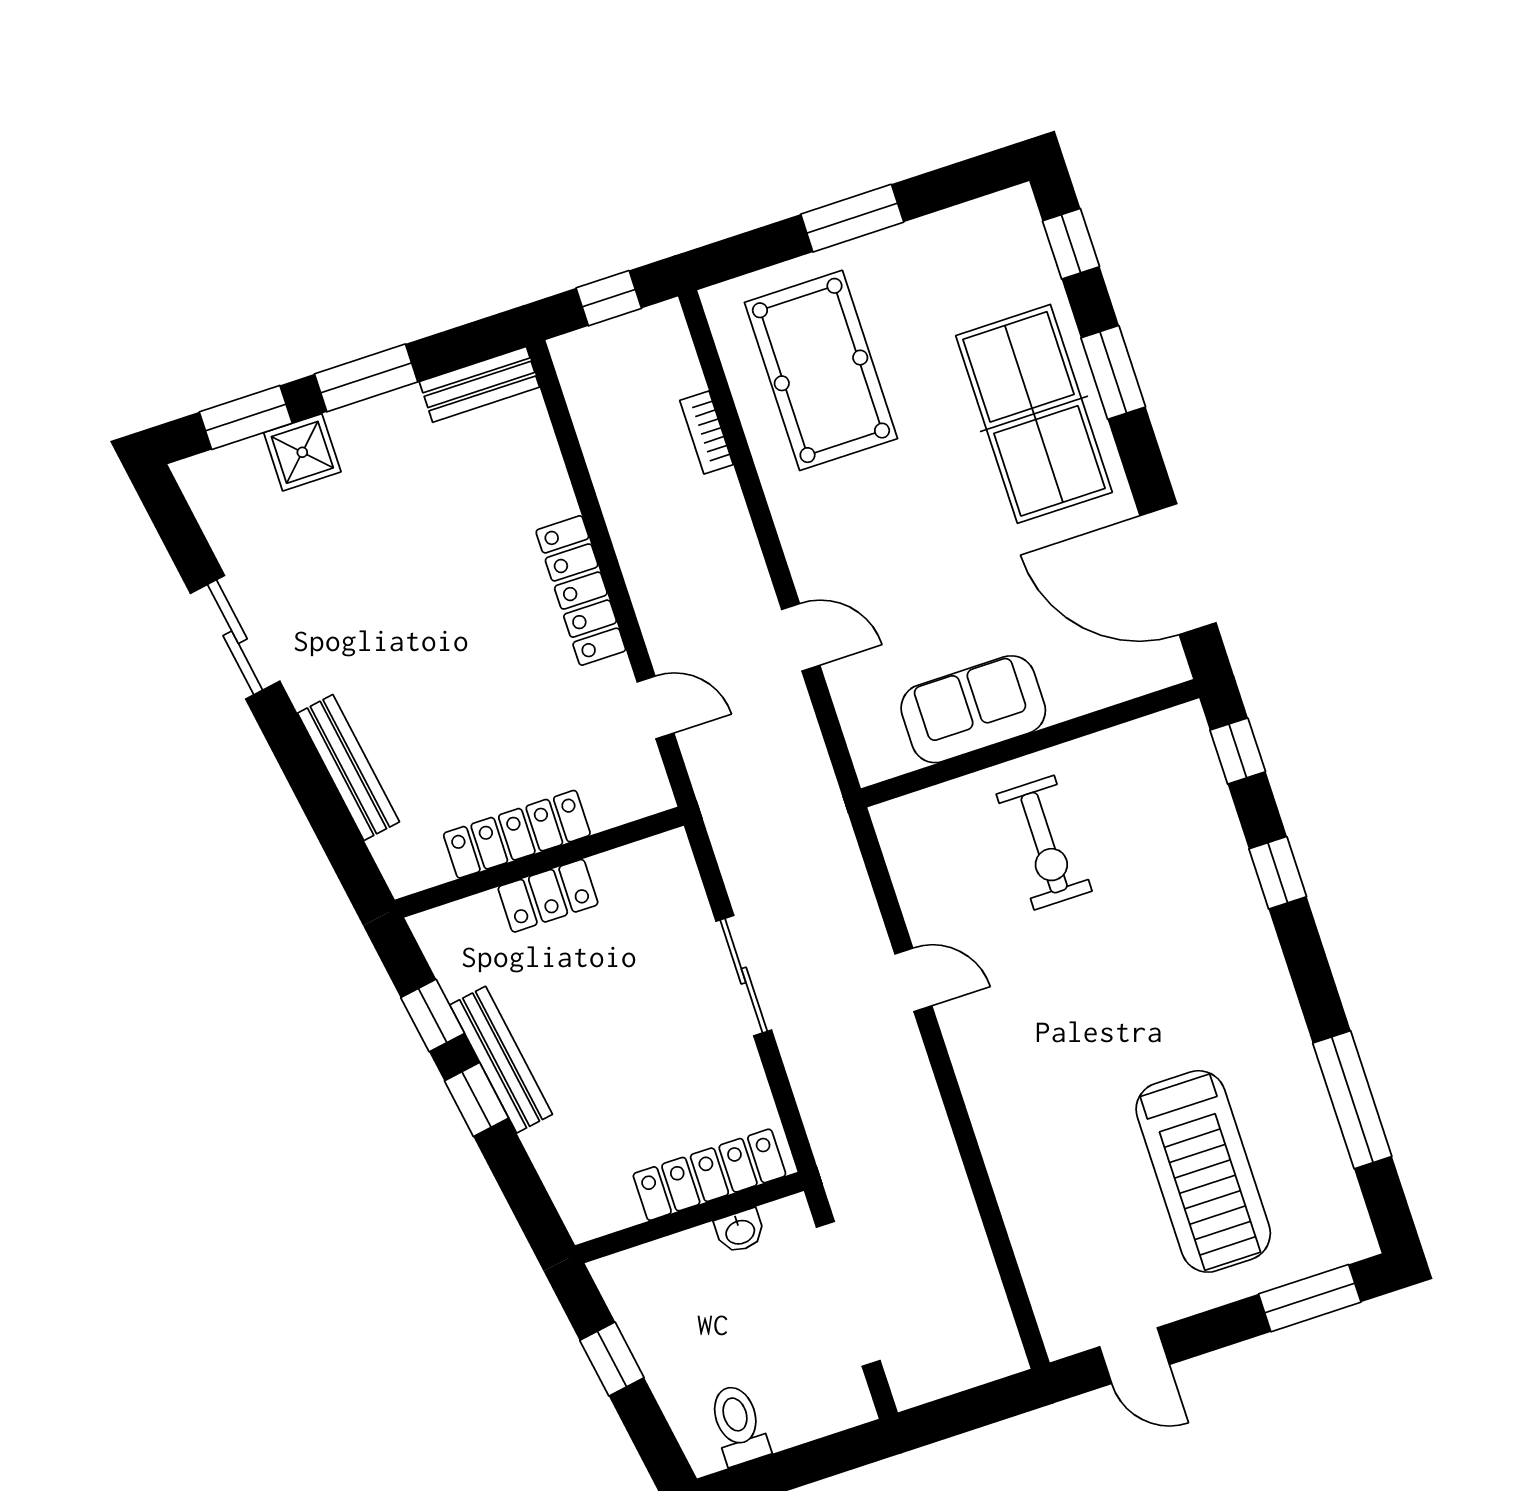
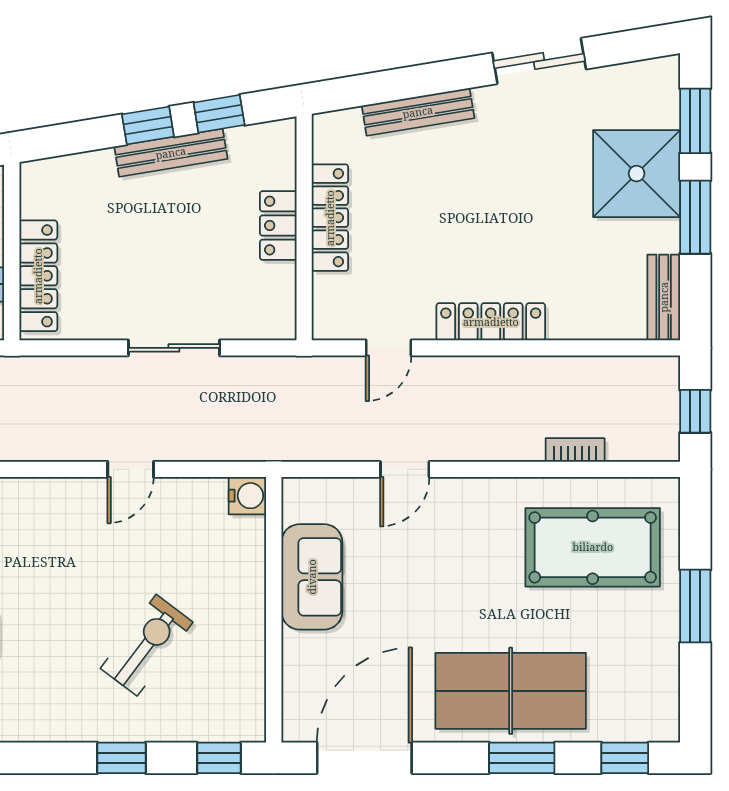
shower: (302, 452) -> (637, 174), width x1.86, depth x1.86
water cooler: (898, 823) -> (247, 496), added
exercise bike: (1044, 843) -> (147, 645), moved, turned 127

